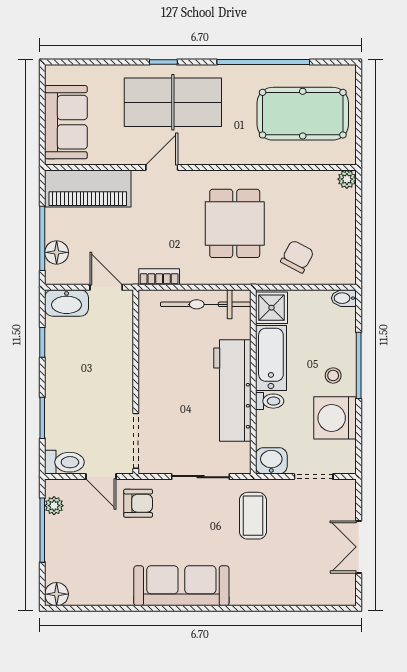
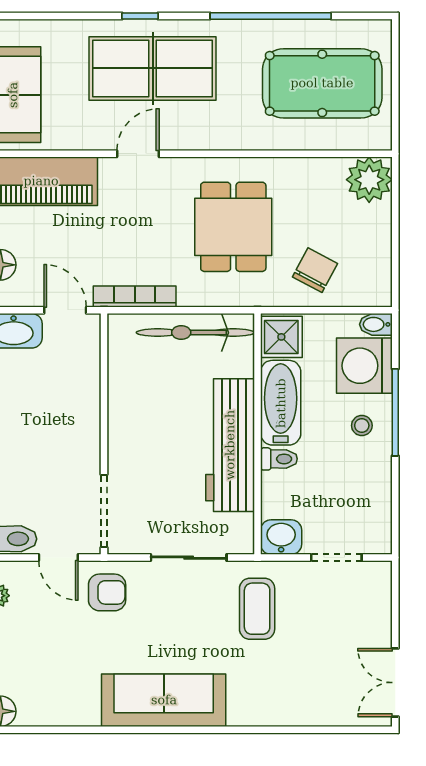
plant: (347, 179) -> (369, 180), width x1.88, depth x1.88
bookcase: (159, 277) -> (135, 297), width x1.56
washing machine: (335, 418) -> (364, 366), moved
double door: (359, 547) -> (395, 683), moved

